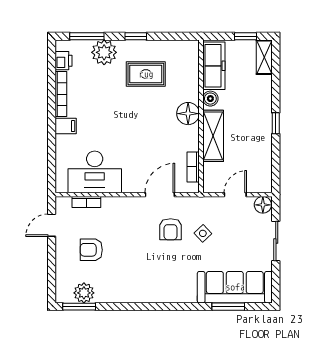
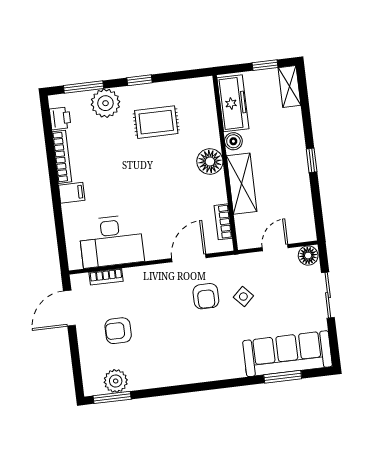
door: (52, 225) -> (69, 308), width x1.38

